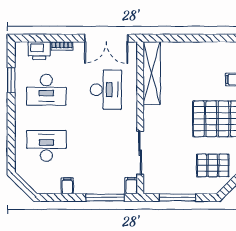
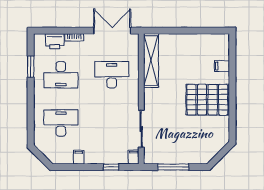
double door: (106, 38) -> (112, 31), swing flipped
desk: (106, 90) -> (112, 75), turned -90
pallet: (213, 165) -> (203, 140), removed
window: (105, 197) -> (111, 167), width x0.46

